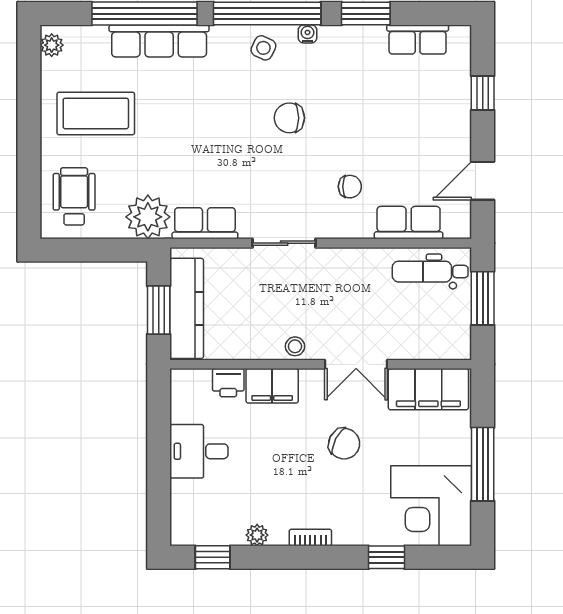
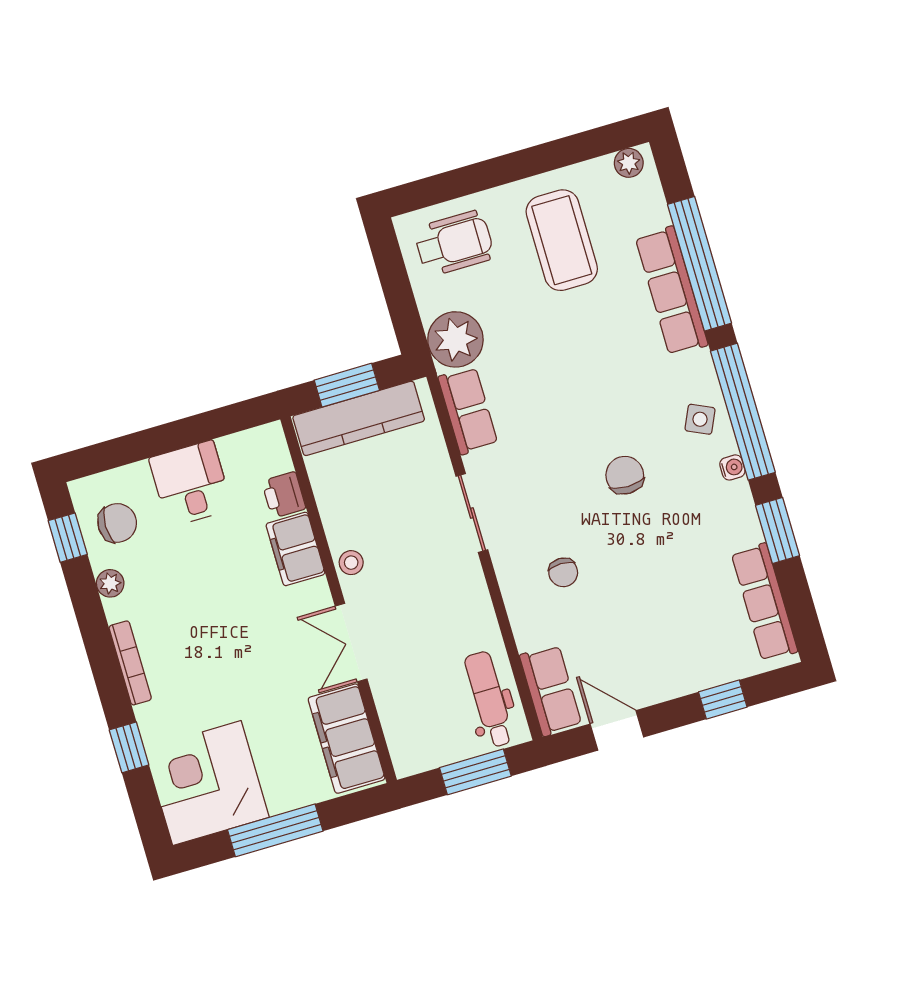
row of seats: (418, 40) -> (764, 602), width x1.48
row of seats: (409, 223) -> (551, 690), moved
chair: (344, 444) -> (117, 523), moved, turned -117
bookcase: (310, 538) -> (130, 663), width x1.56

